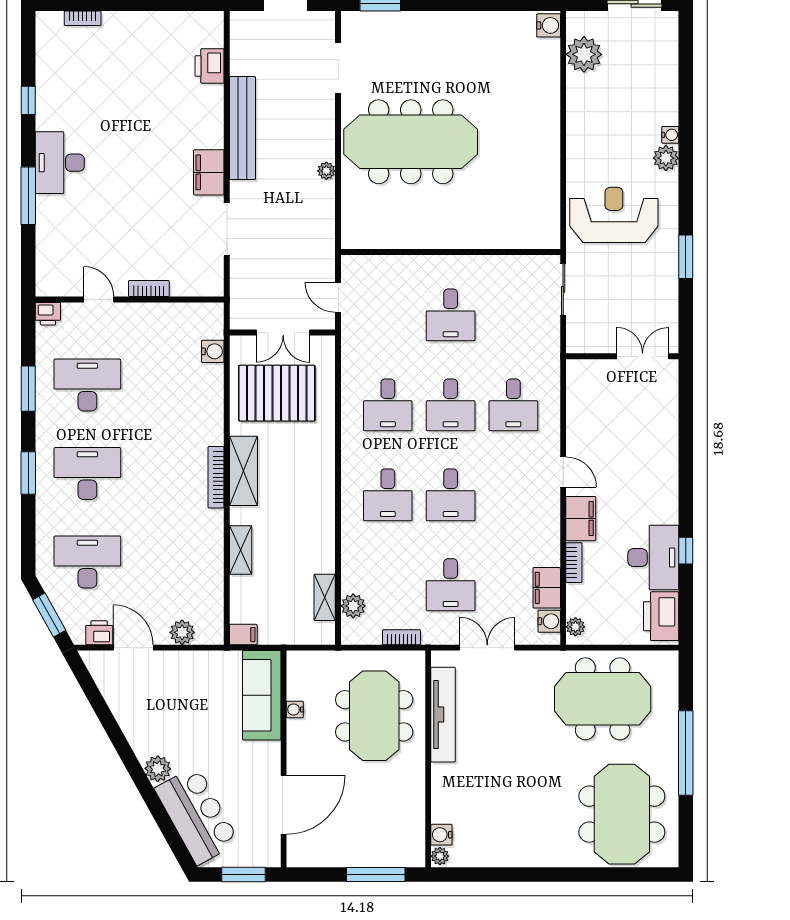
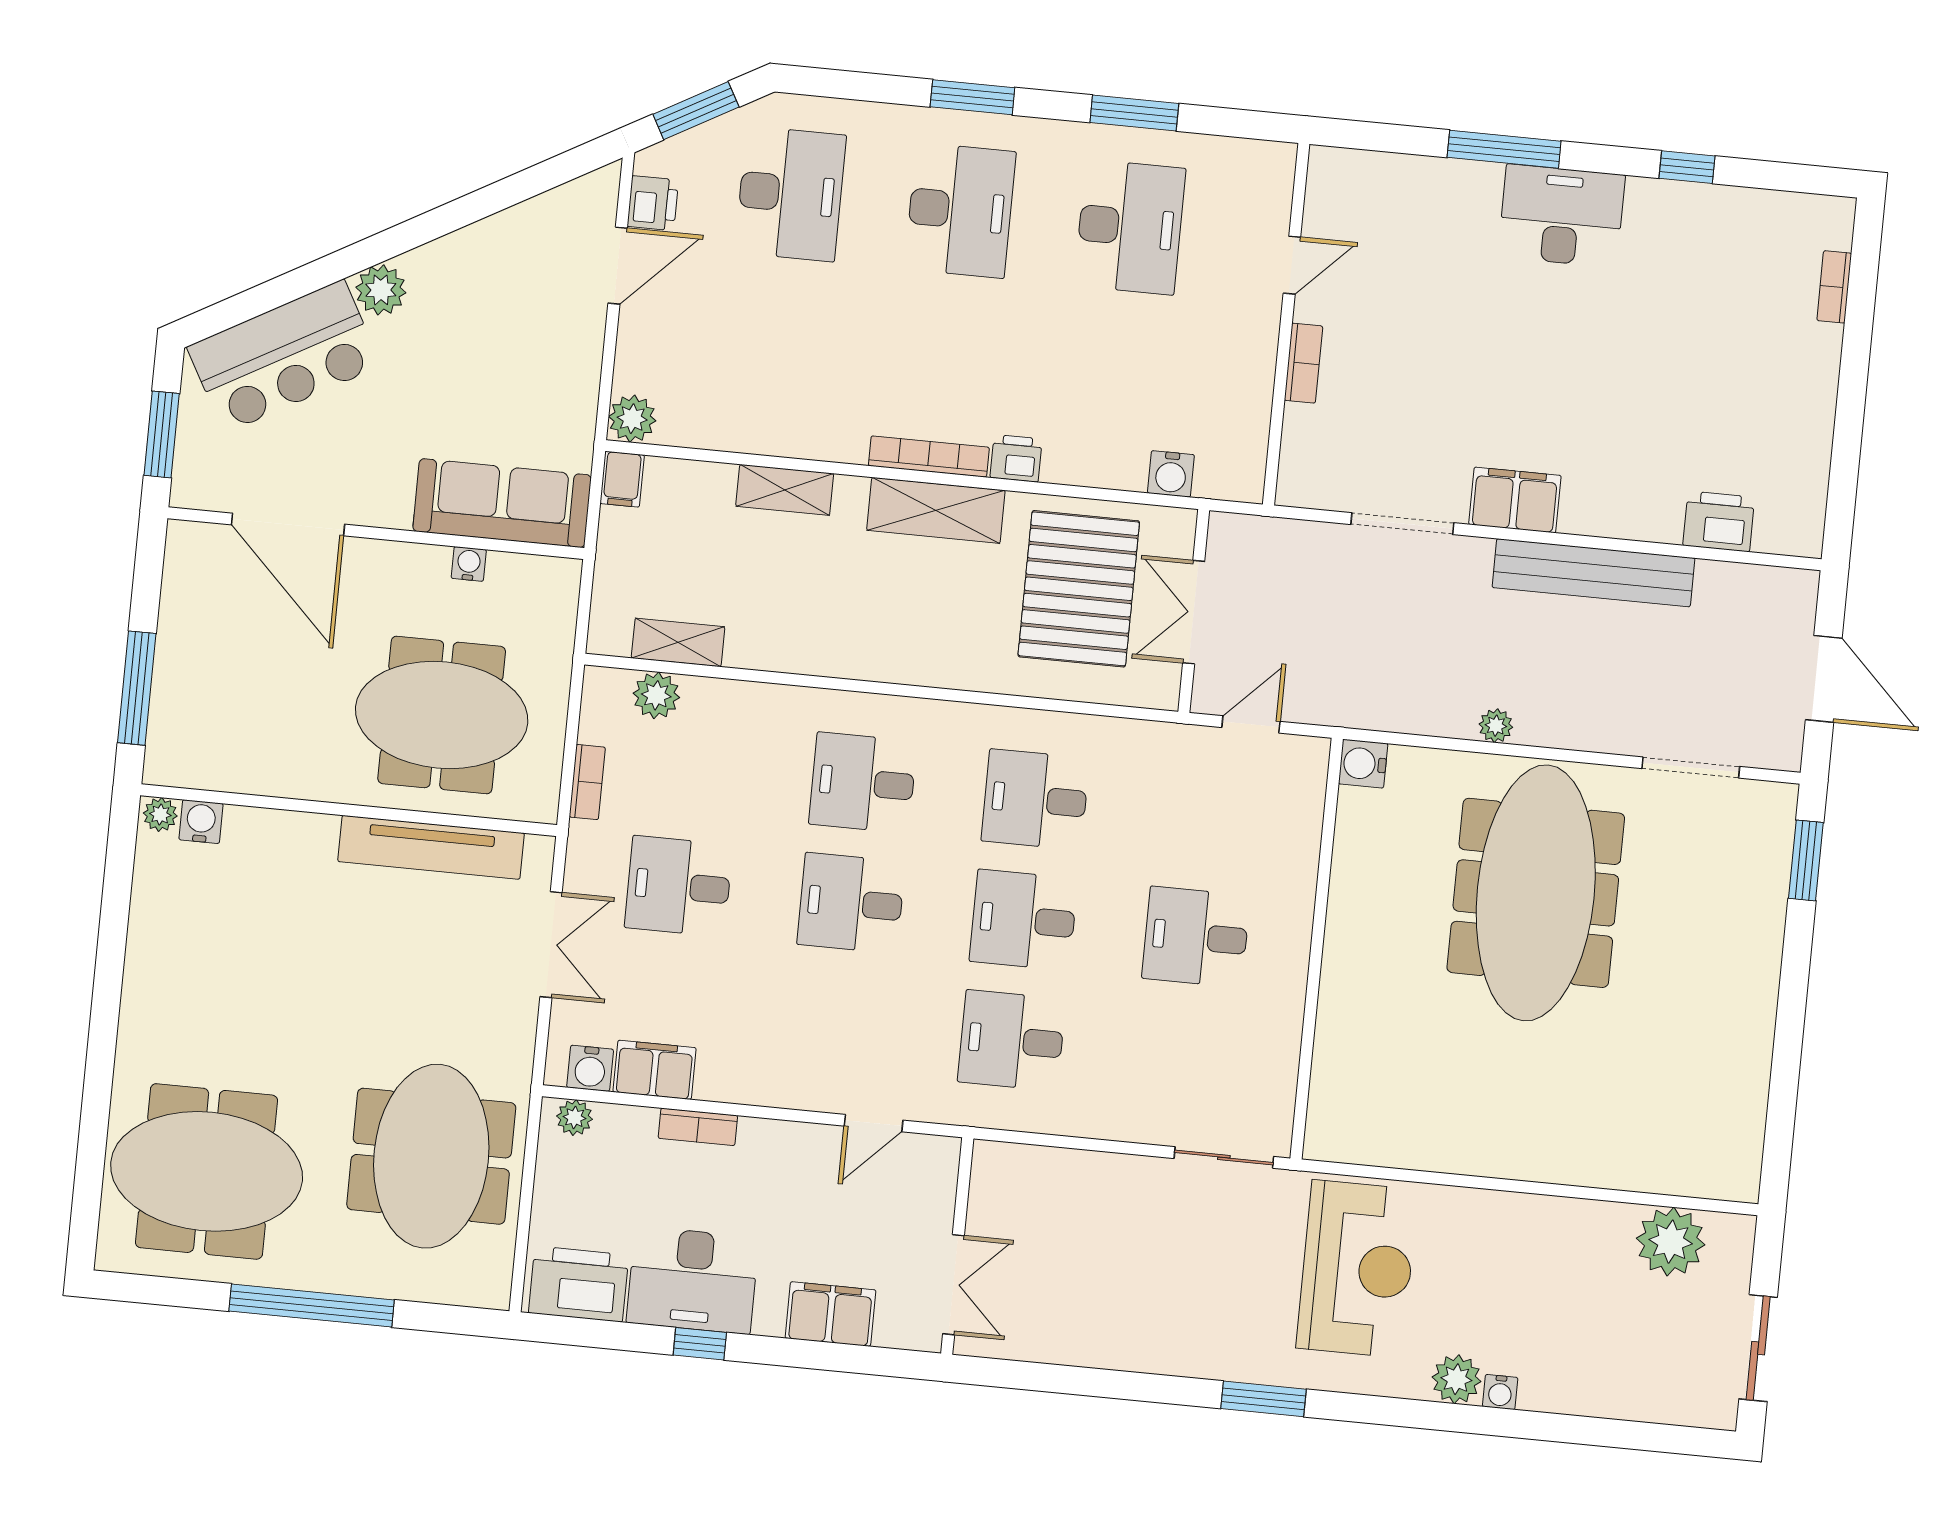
water cooler: (549, 25) -> (1363, 764), moved, turned 90
printer: (48, 314) -> (1016, 458), moved, turned 90
wall: (622, 356) -> (957, 1246), moved
double door: (643, 356) -> (953, 1285), moved
filing cabinet: (581, 519) -> (830, 1314), moved, turned 180
plant: (182, 632) -> (632, 419), moved

